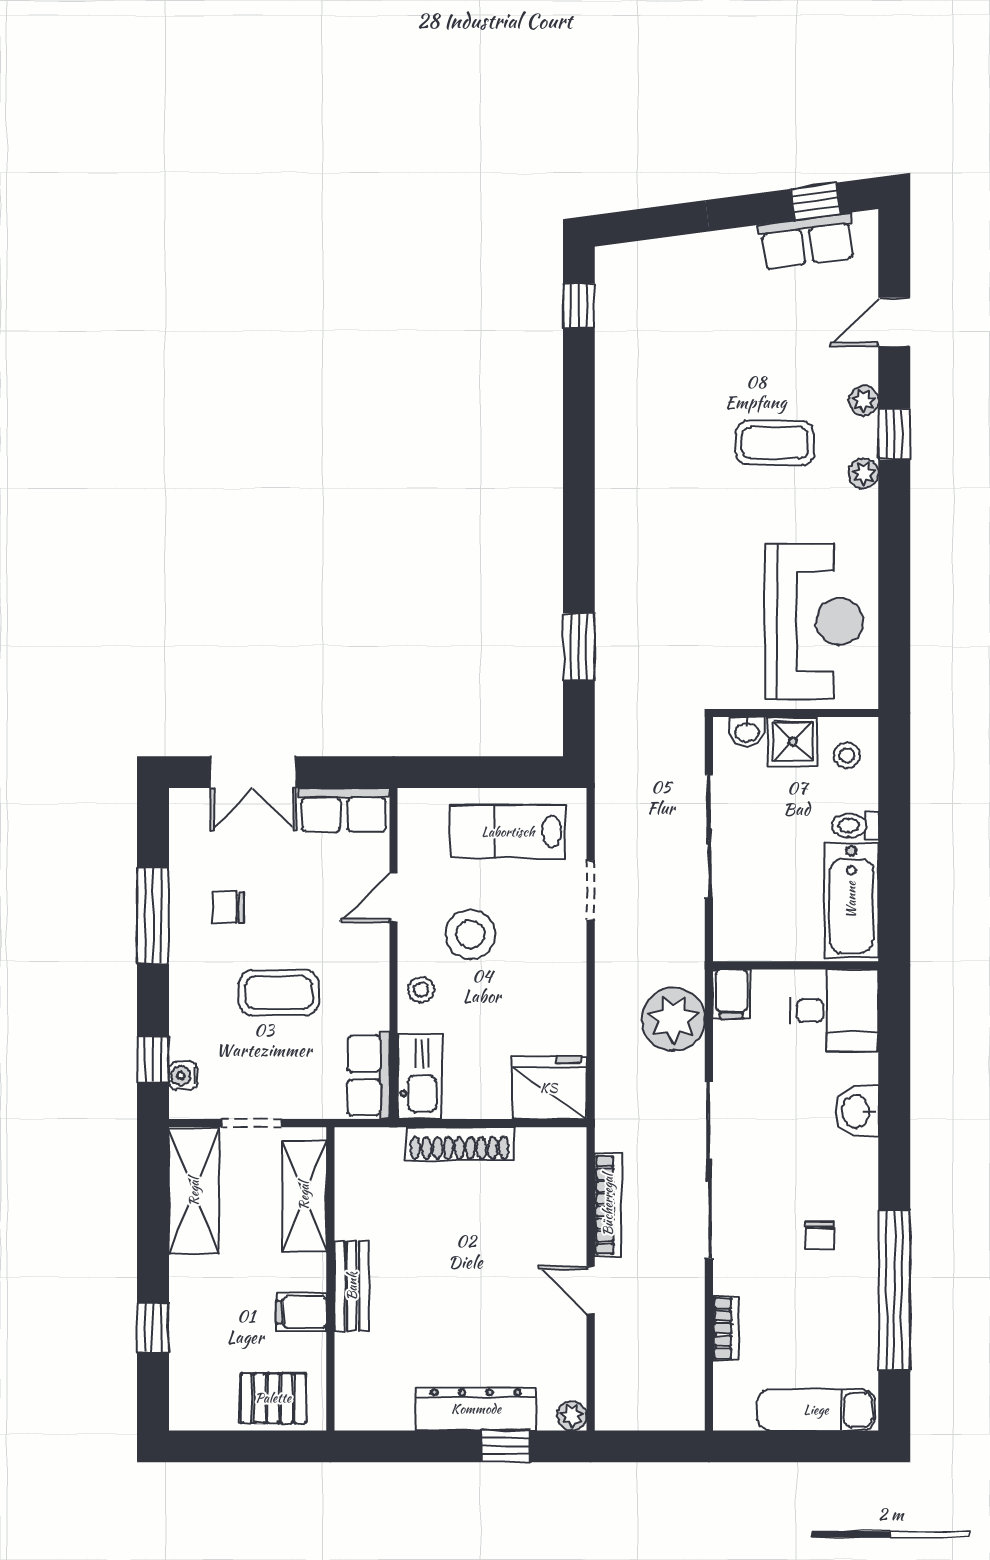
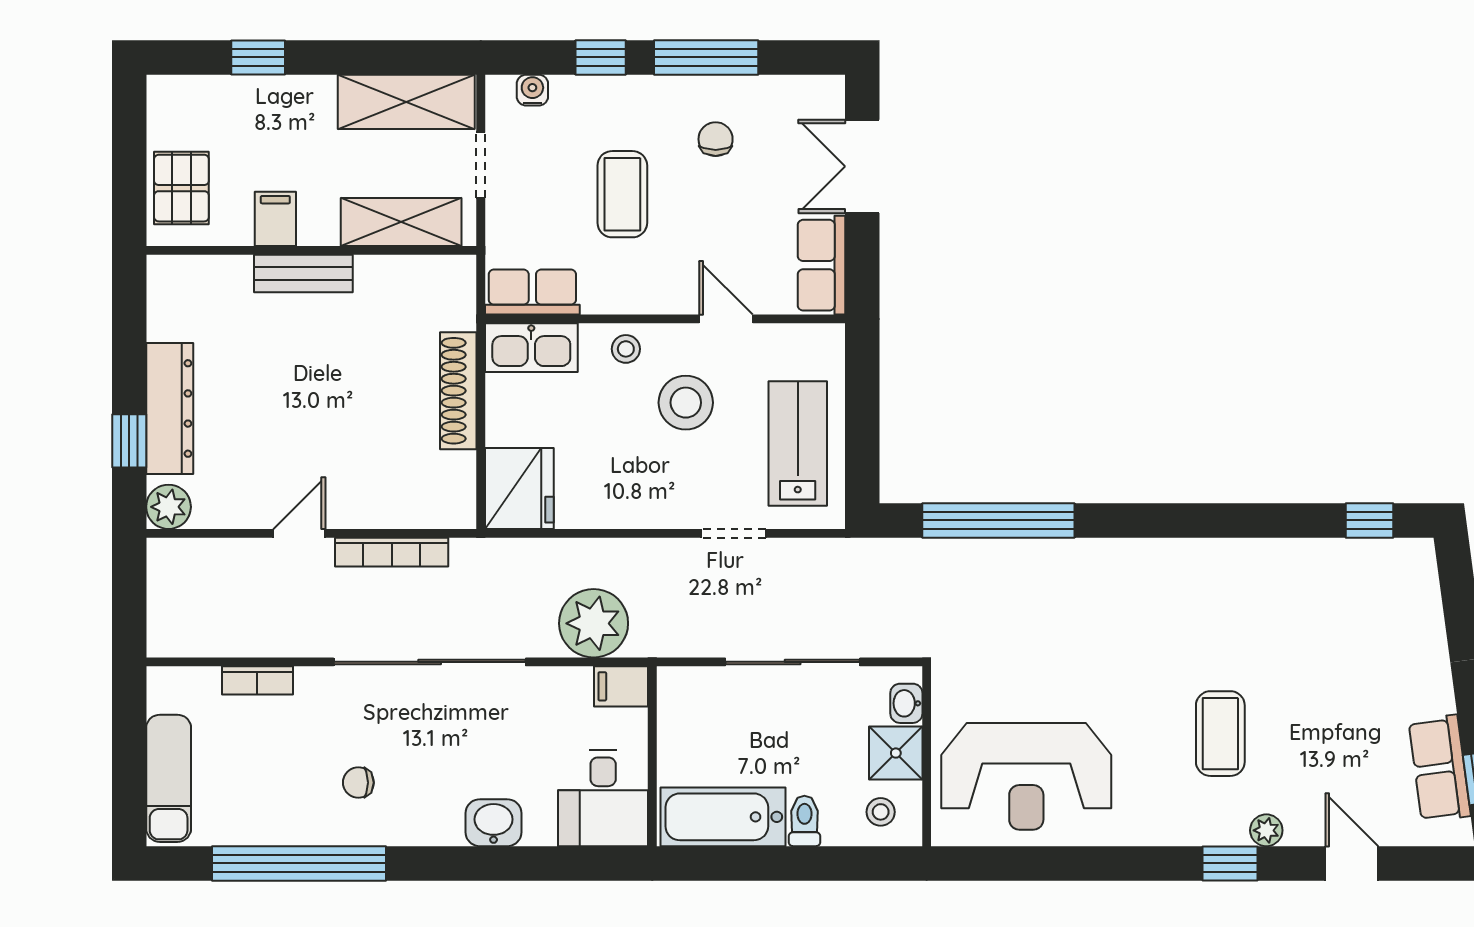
plant: (863, 473) -> (1187, 830), removed
window: (579, 647) -> (998, 520), width x2.11
window: (153, 1059) -> (601, 57), moved
plant: (572, 1416) -> (169, 507), width x1.38, depth x1.38

